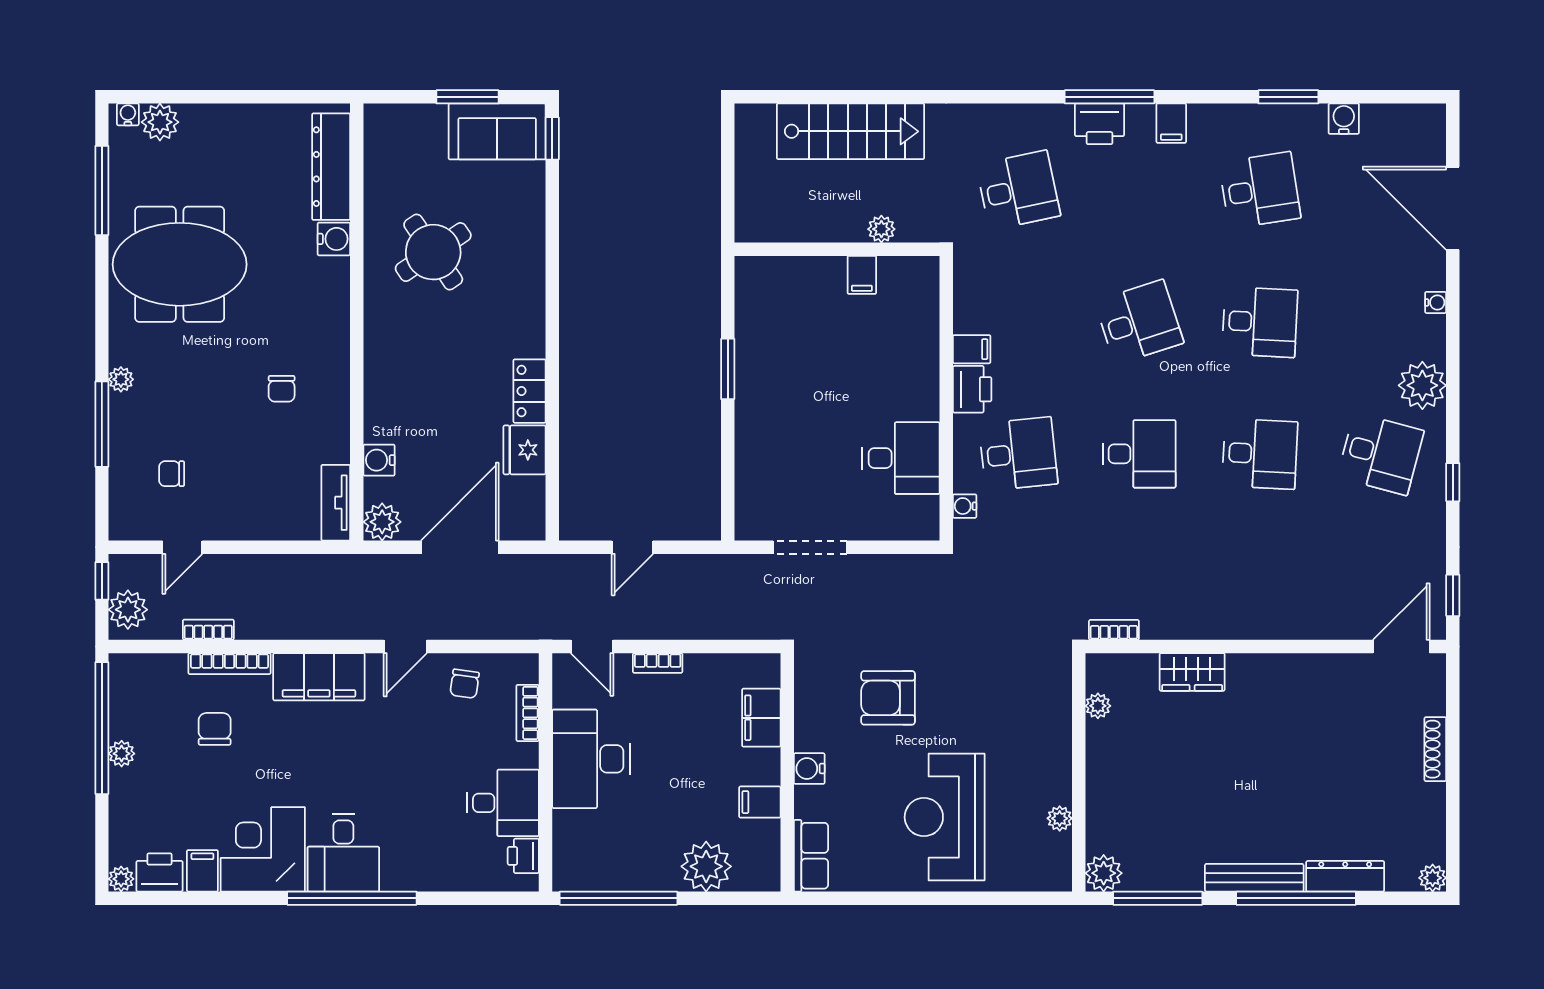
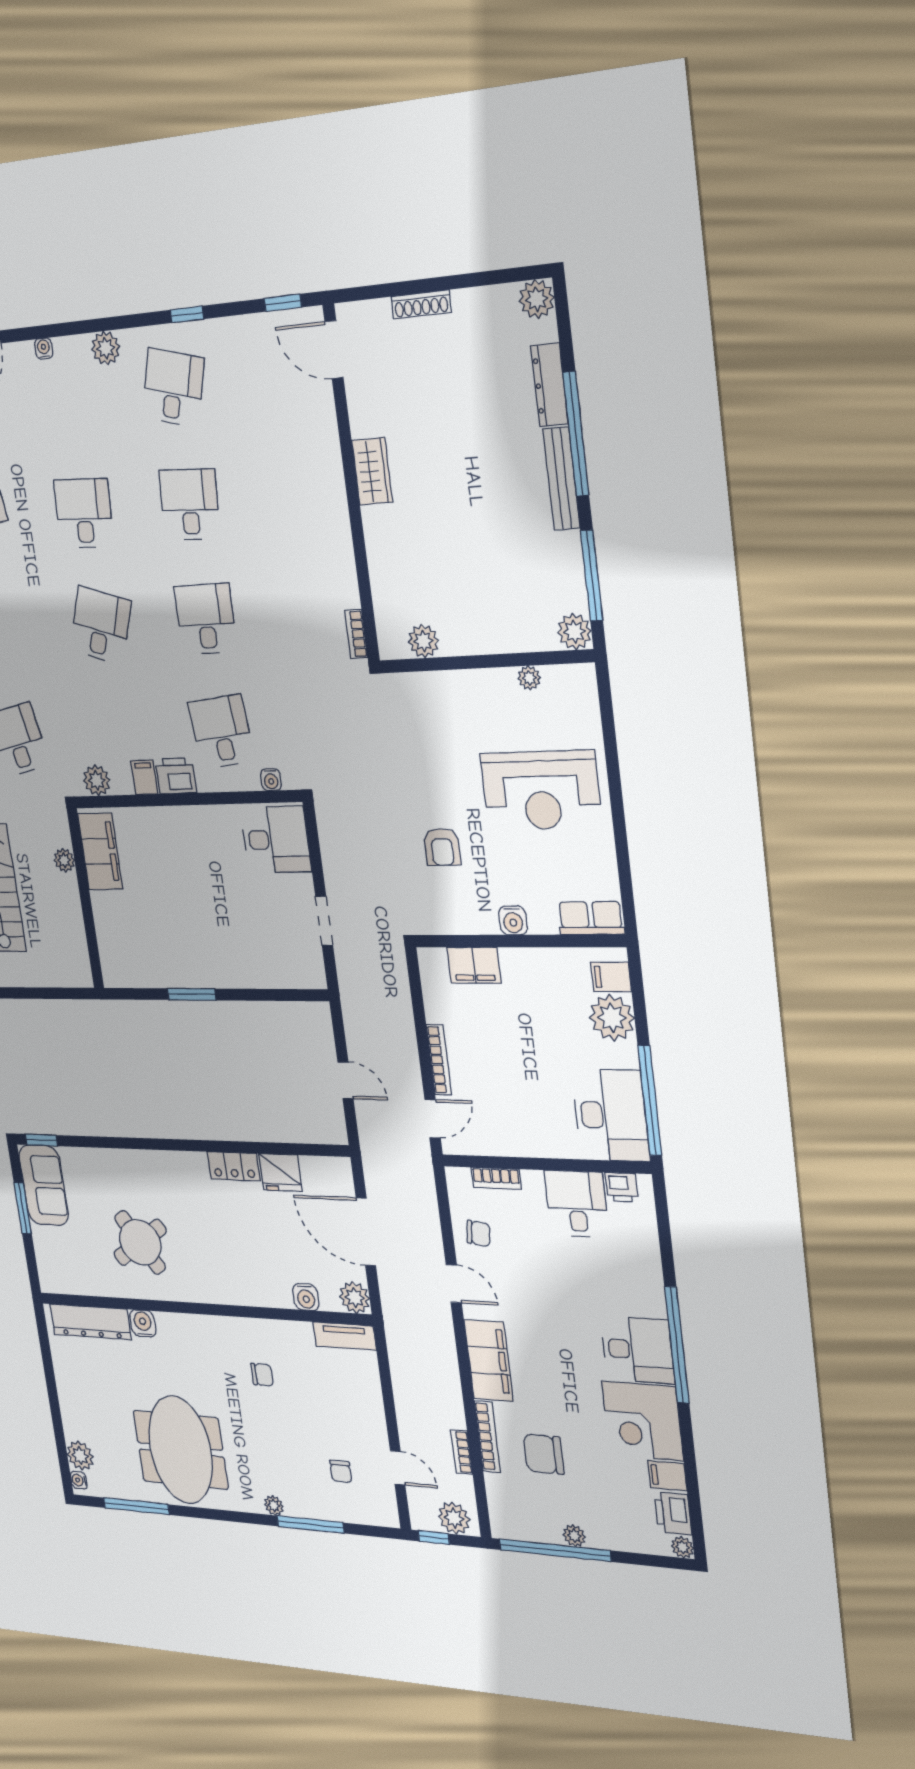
filing cabinet: (862, 275) -> (100, 851), width x3.00, depth x1.17
plant: (970, 287) -> (97, 780), added
desk: (1139, 322) -> (101, 626), turned 36
plant: (1422, 385) -> (106, 348), width x0.73, depth x0.73
desk: (901, 458) -> (276, 840), moved, turned 90
doorway: (810, 547) -> (324, 921), width x0.73
bookcase: (658, 663) -> (439, 1060), width x1.56
wardrobe: (1192, 672) -> (372, 471), moved
armchair: (888, 698) -> (442, 847), width x0.72, depth x0.72
plant: (1098, 706) -> (423, 641), width x1.38, depth x1.38
chair: (215, 729) -> (544, 1454), width x1.37, depth x1.37
desk: (591, 759) -> (611, 1115), moved, turned -90
filing cabinet: (760, 802) -> (611, 977), moved, turned 90
plant: (1433, 878) -> (537, 299), width x1.38, depth x1.38

